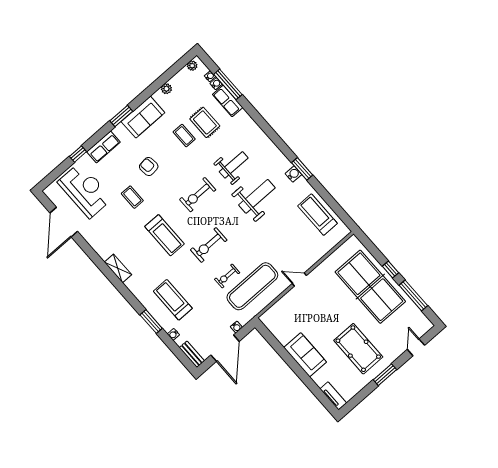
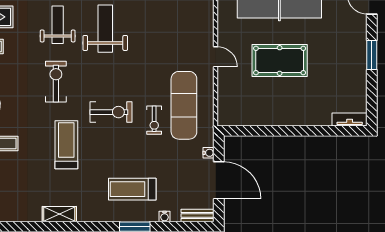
exercise bike: (198, 195) -> (56, 82), turned 180
treadmill: (164, 235) -> (66, 145), turned -90
exercise bike: (209, 245) -> (111, 112), turned -90
door: (299, 279) -> (216, 57), swing flipped
pool table: (358, 349) -> (280, 60), moved
sofa: (305, 355) -> (289, 112), removed

